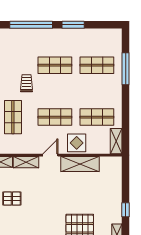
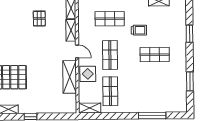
window: (31, 25) -> (189, 34), width x0.47
window: (73, 25) -> (190, 81), moved
shop shelf: (55, 65) -> (155, 55), turned 90
shop shelf: (97, 65) -> (155, 91), removed

